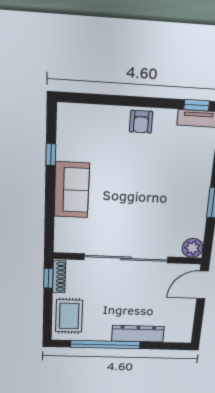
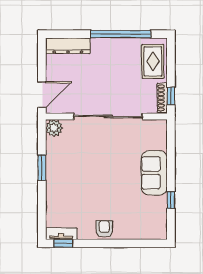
dresser: (138, 334) -> (68, 46), moved

